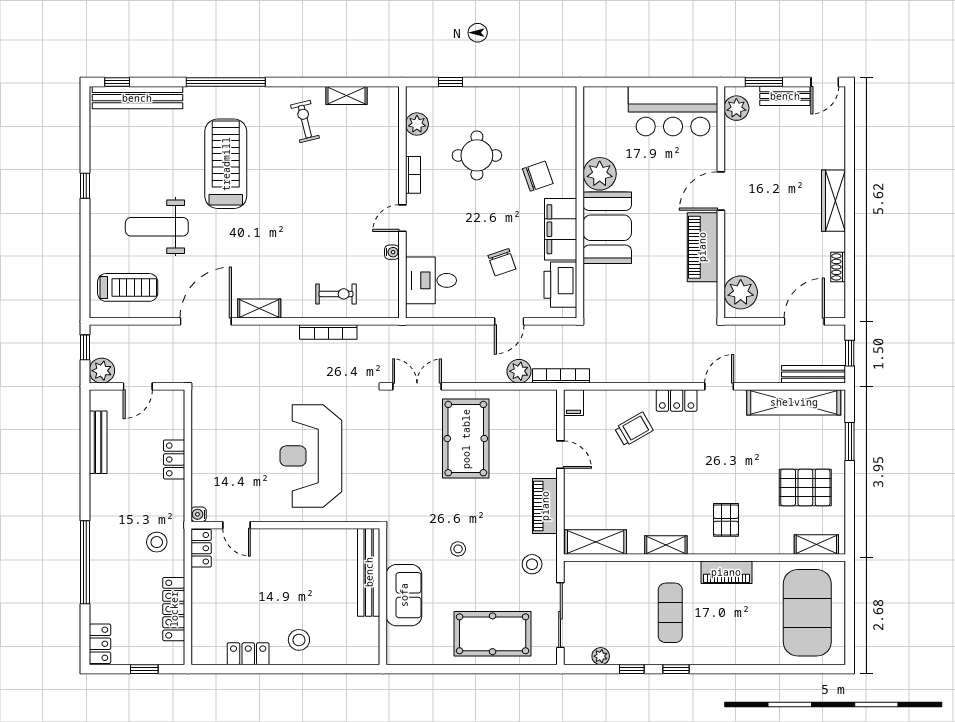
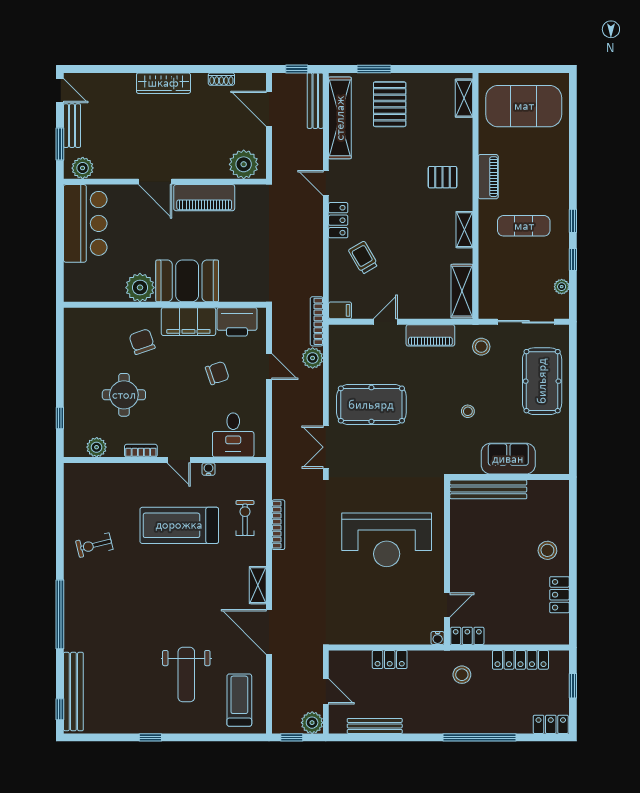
shelving: (347, 96) -> (72, 509), removed
treadmill: (226, 164) -> (179, 525), moved
pallet: (805, 487) -> (390, 104), moved

